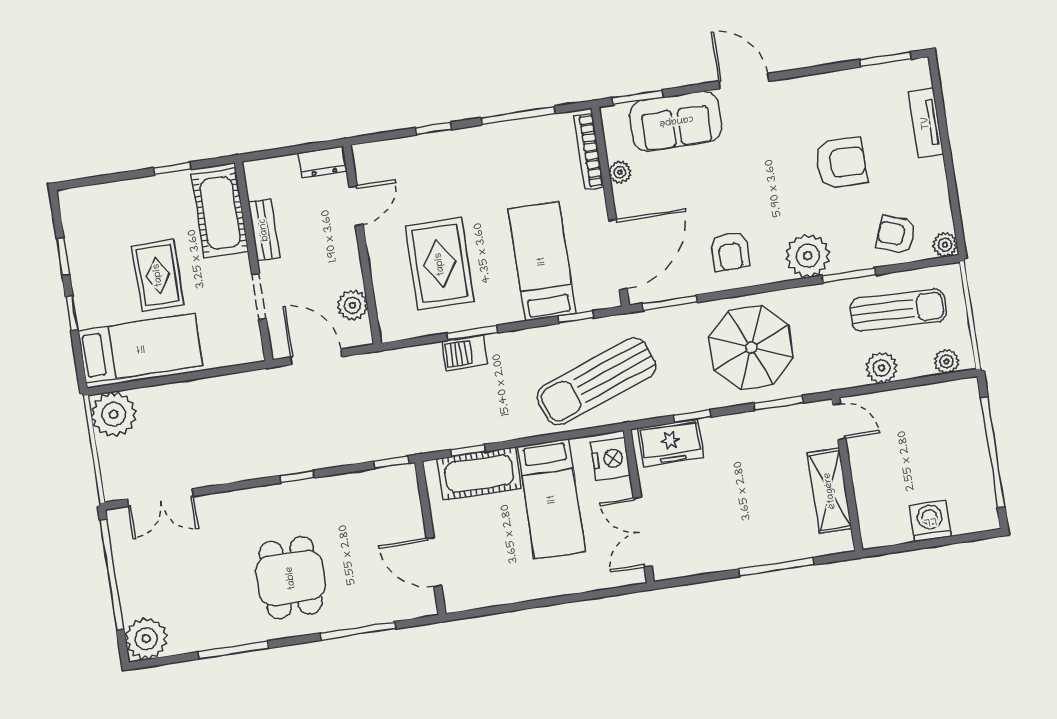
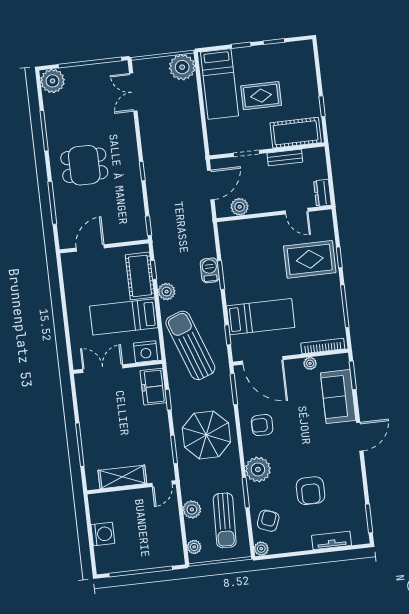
rug: (440, 264) -> (310, 259), moved
plant: (505, 426) -> (167, 292), added

